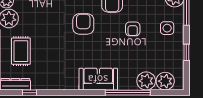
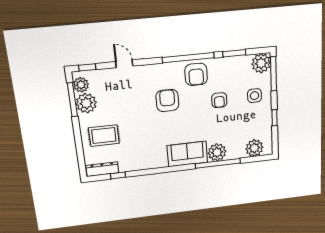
rug: (21, 51) -> (104, 136), turned 90
plant: (146, 81) -> (217, 152), moved

